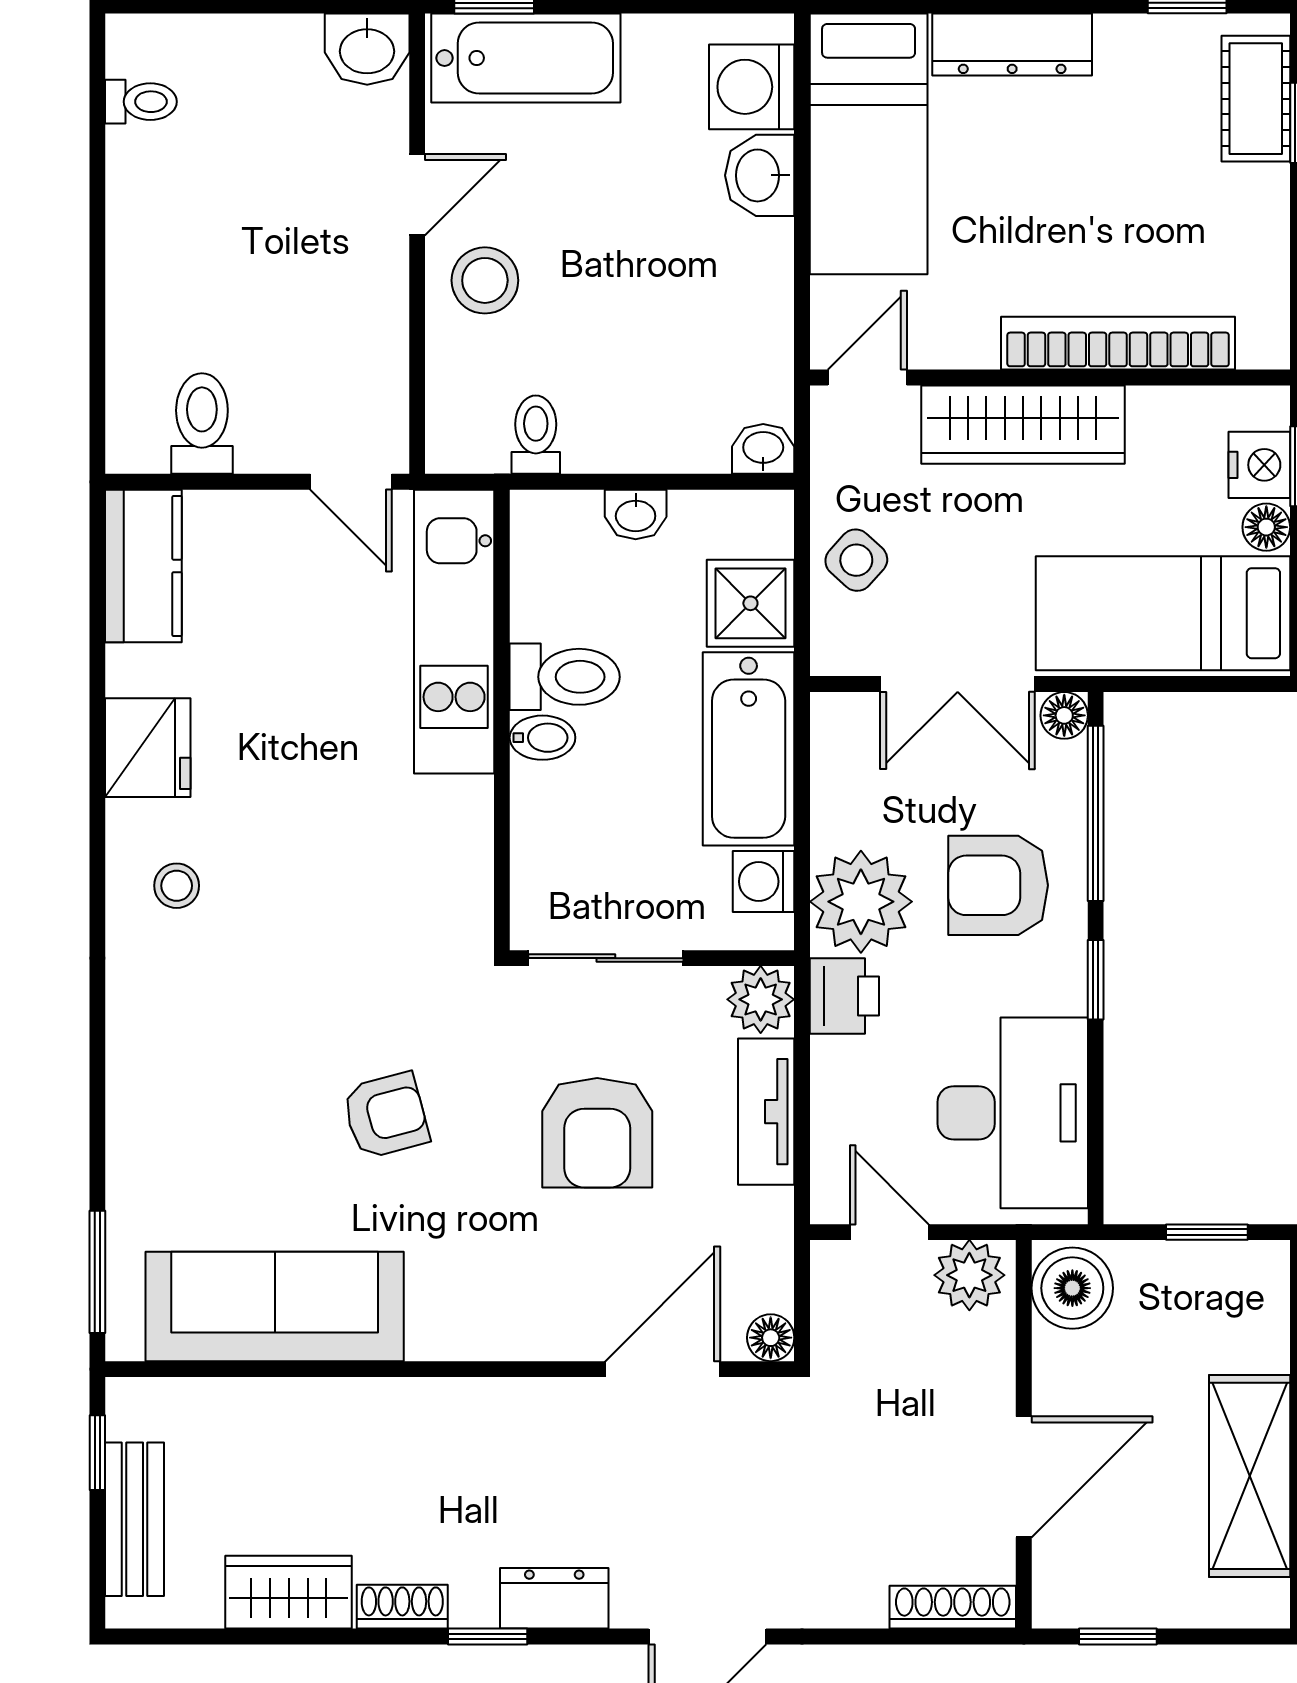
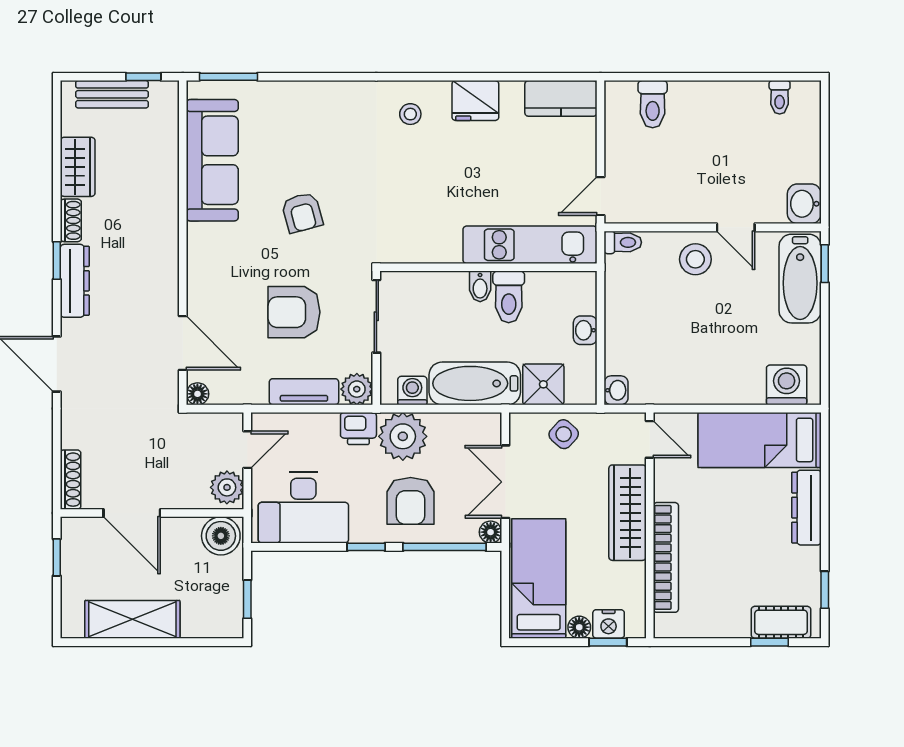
washbasin: (760, 175) -> (745, 389), removed
toilet: (202, 424) -> (653, 104), moved, turned 90
toilet: (536, 435) -> (623, 242), moved
armchair: (998, 885) -> (411, 501), turned 180
dresser: (554, 1598) -> (75, 281), width x1.44

